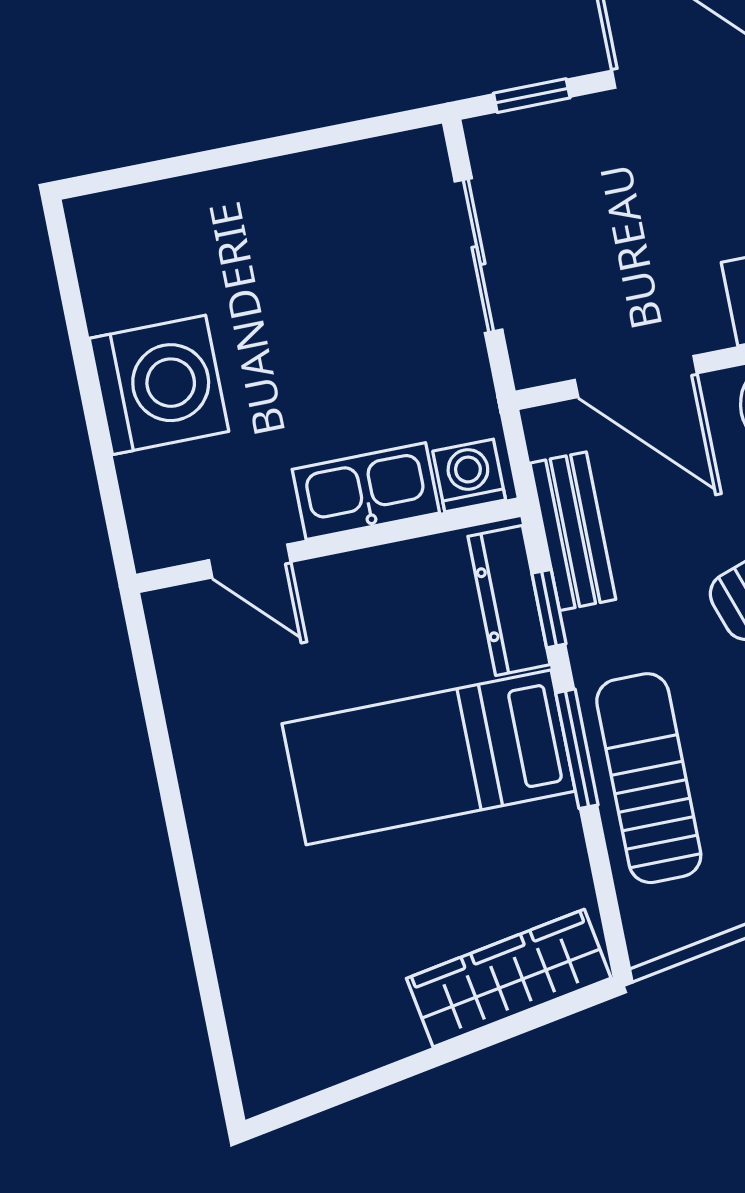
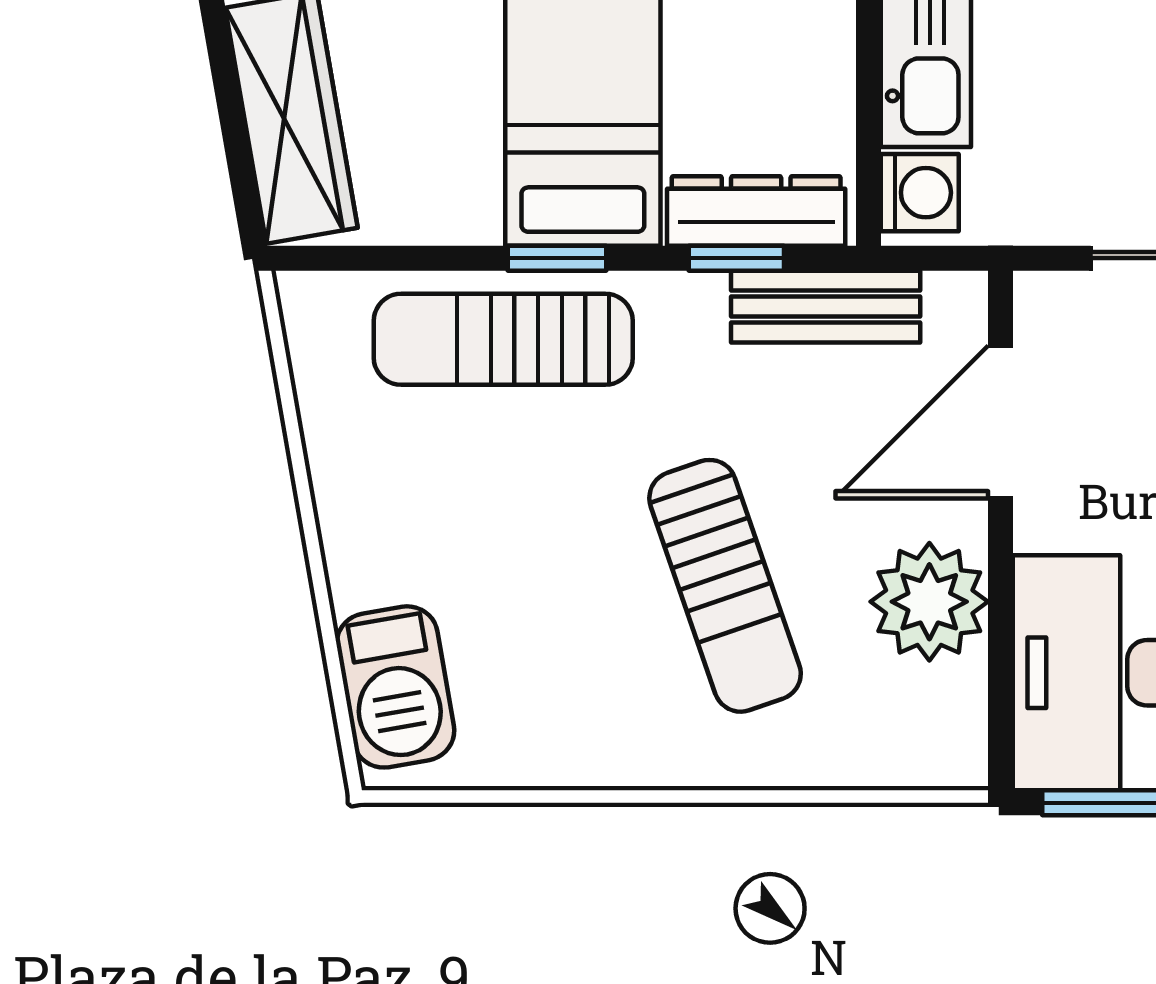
window: (577, 749) -> (557, 258), width x0.67
sun lounger: (649, 778) -> (503, 339), turned 180

